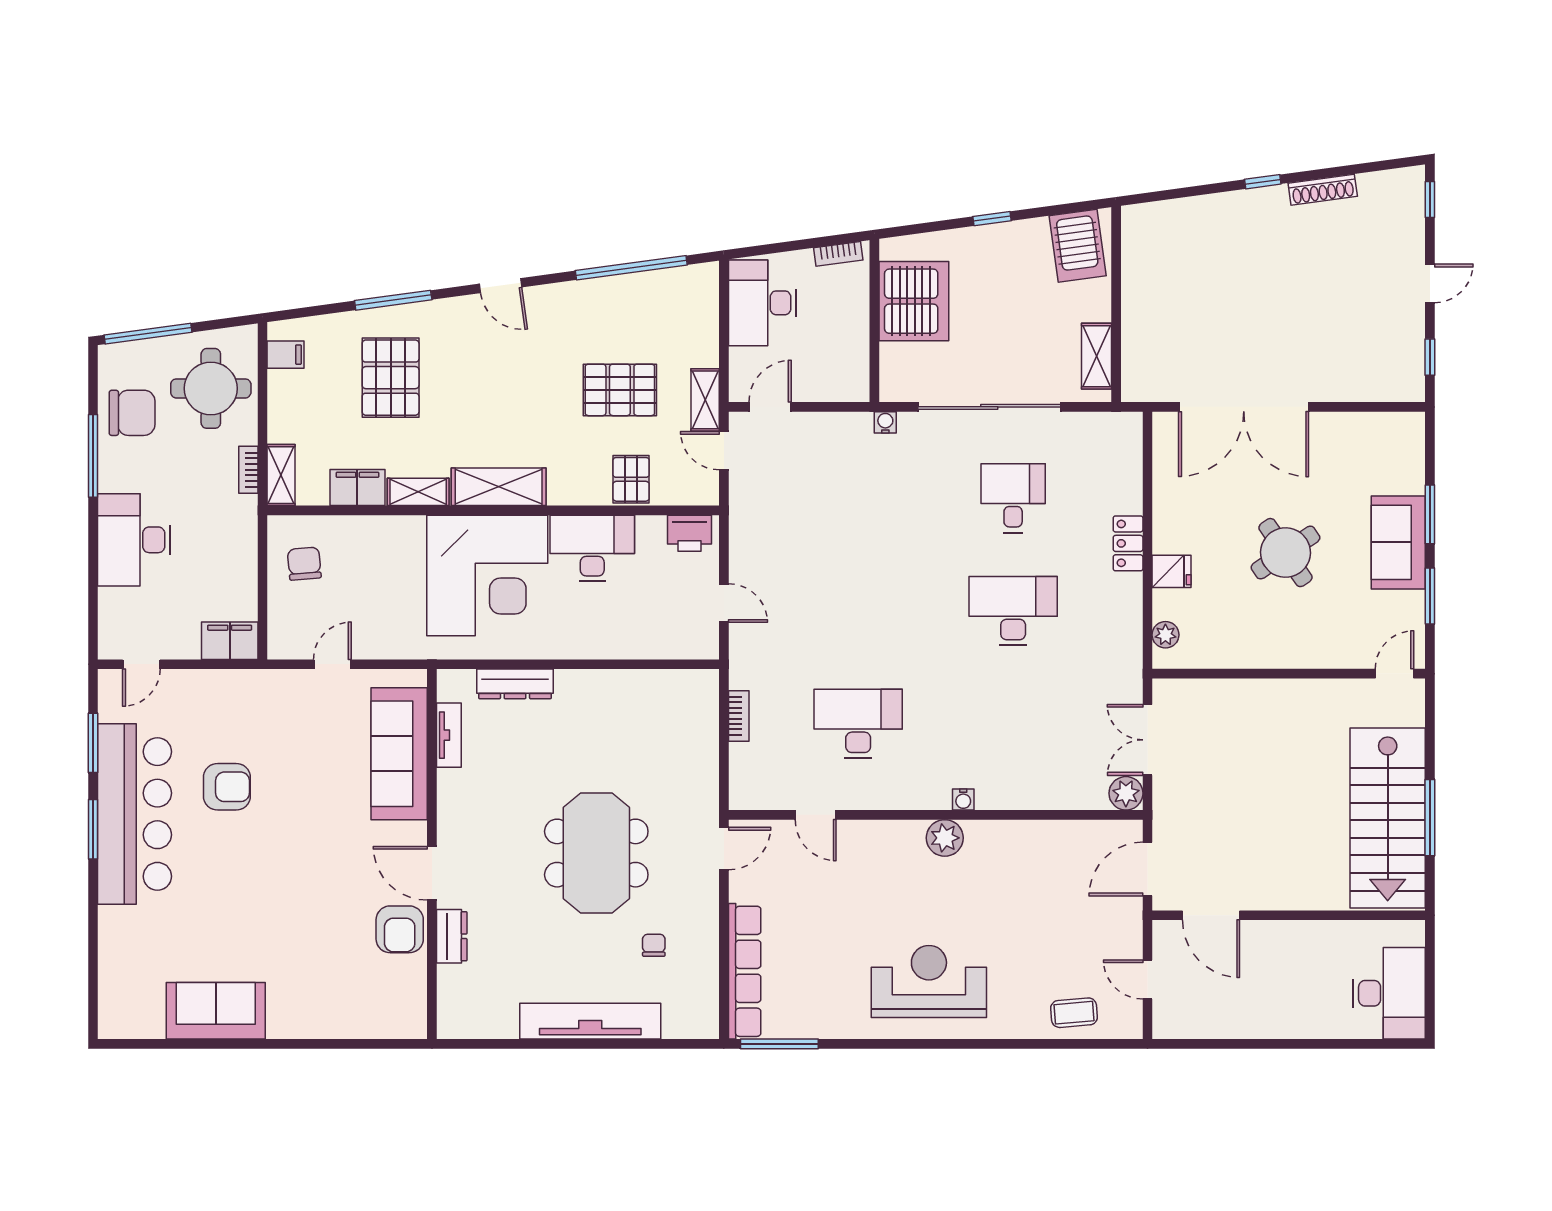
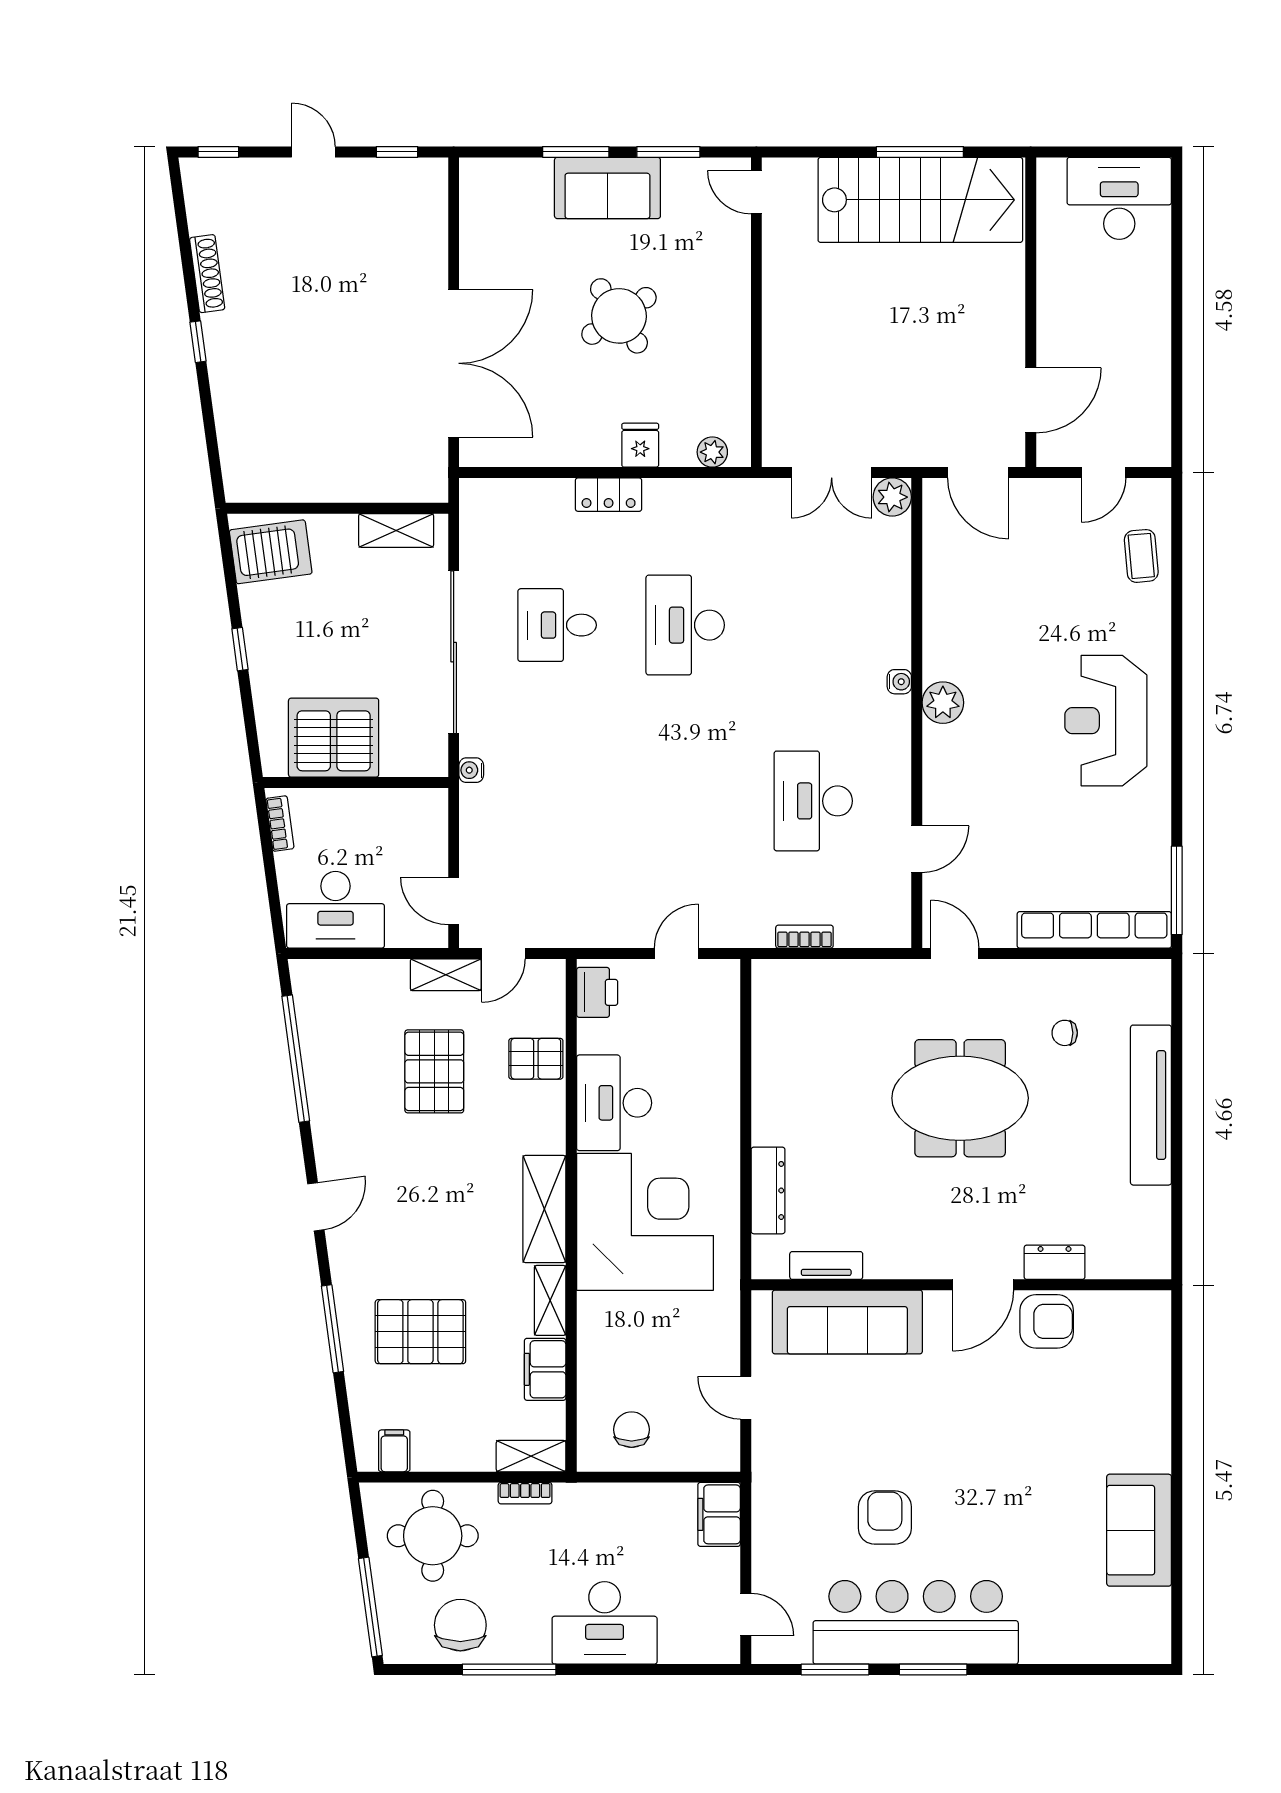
chair: (304, 564) -> (632, 1430), turned 95

